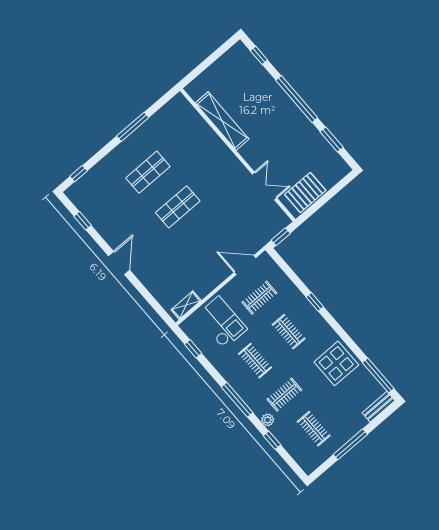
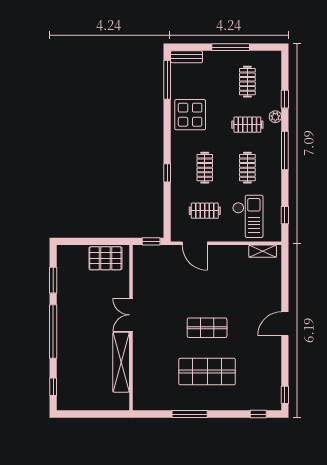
shop shelf: (148, 172) -> (207, 372), width x1.43, depth x1.36
double door: (264, 186) -> (131, 315), moved
window: (83, 221) -> (285, 395), moved
checkout: (221, 323) -> (248, 216), turned 180

